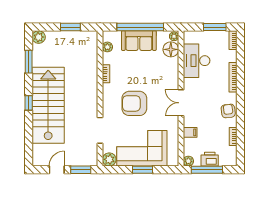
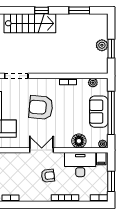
plant: (39, 37) -> (102, 45), moved
floor lamp: (171, 49) -> (79, 141), moved
armchair: (134, 103) -> (41, 107), turned -85
stairs: (48, 105) -> (30, 23), width x0.73, depth x0.66
armchair: (228, 111) -> (48, 176), moved
filing cabinet: (190, 132) -> (101, 159), moved

